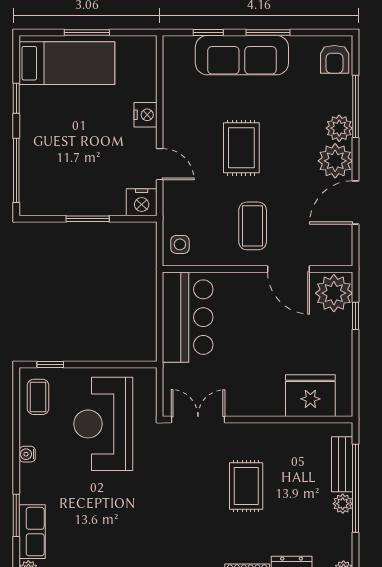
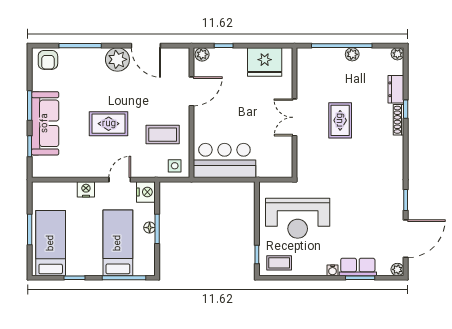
armchair: (335, 59) -> (48, 60), turned 90
plant: (339, 128) -> (95, 57), removed
bed: (67, 161) -> (118, 243), added
floor lamp: (90, 208) -> (150, 228), added
coffee table: (253, 226) -> (163, 135), moved
plant: (334, 293) -> (202, 54), width x0.53, depth x0.53
fridge: (310, 396) -> (265, 62), moved, turned -90
double door: (198, 419) -> (295, 117), moved
water cooler: (27, 454) -> (333, 270), moved
bench: (342, 464) -> (325, 55), removed
rug: (246, 486) -> (340, 120), turned 90
row of seats: (32, 532) -> (358, 267), moved

